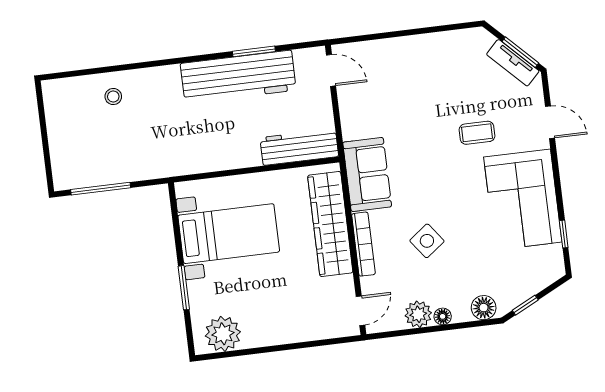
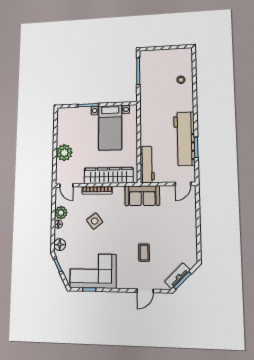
sofa: (367, 174) -> (142, 196), moved
corner sofa: (523, 200) -> (93, 271), moved
plant: (223, 334) -> (64, 153), moved

